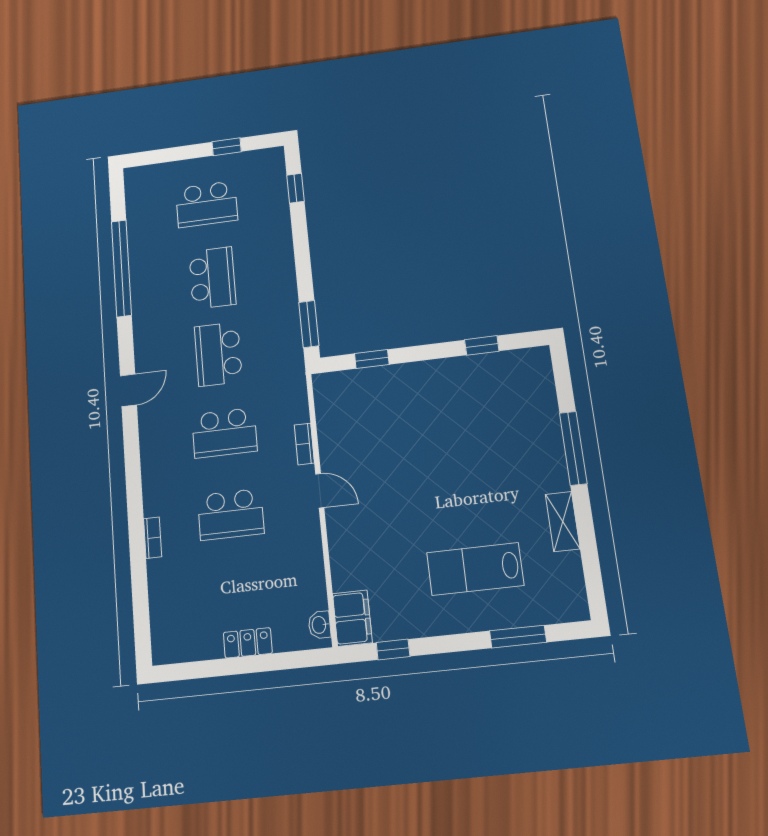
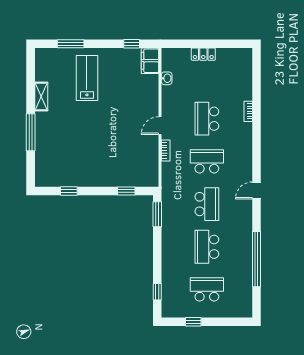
door: (320, 491) -> (160, 126), hinge flipped
school desk: (231, 514) -> (207, 119), turned -90
lab bench: (475, 569) -> (87, 78), turned -90
washbasin: (320, 625) -> (167, 78), moved

